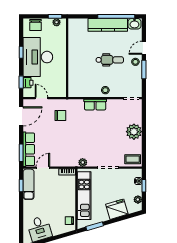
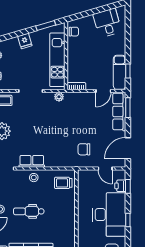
trolley: (79, 85) -> (63, 183), added
row of seats: (95, 105) -> (32, 161), moved
fridge: (117, 209) -> (25, 41), width x0.53, depth x0.75

